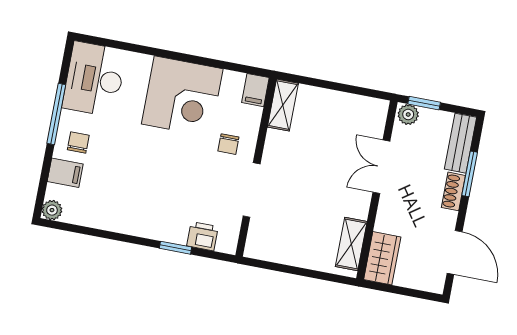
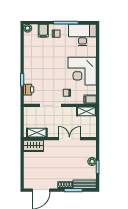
double door: (381, 167) -> (69, 139), moved
wall: (377, 190) -> (60, 139), moved
shelving: (351, 244) -> (37, 133), moved
wardrobe: (382, 258) -> (33, 146), moved

